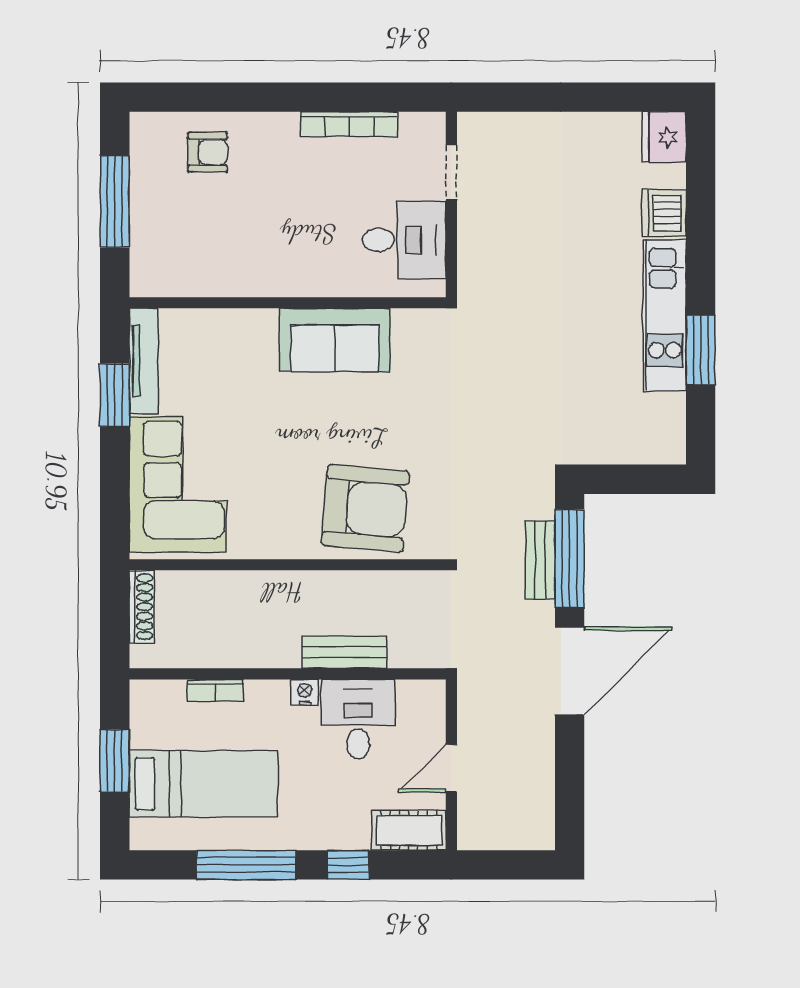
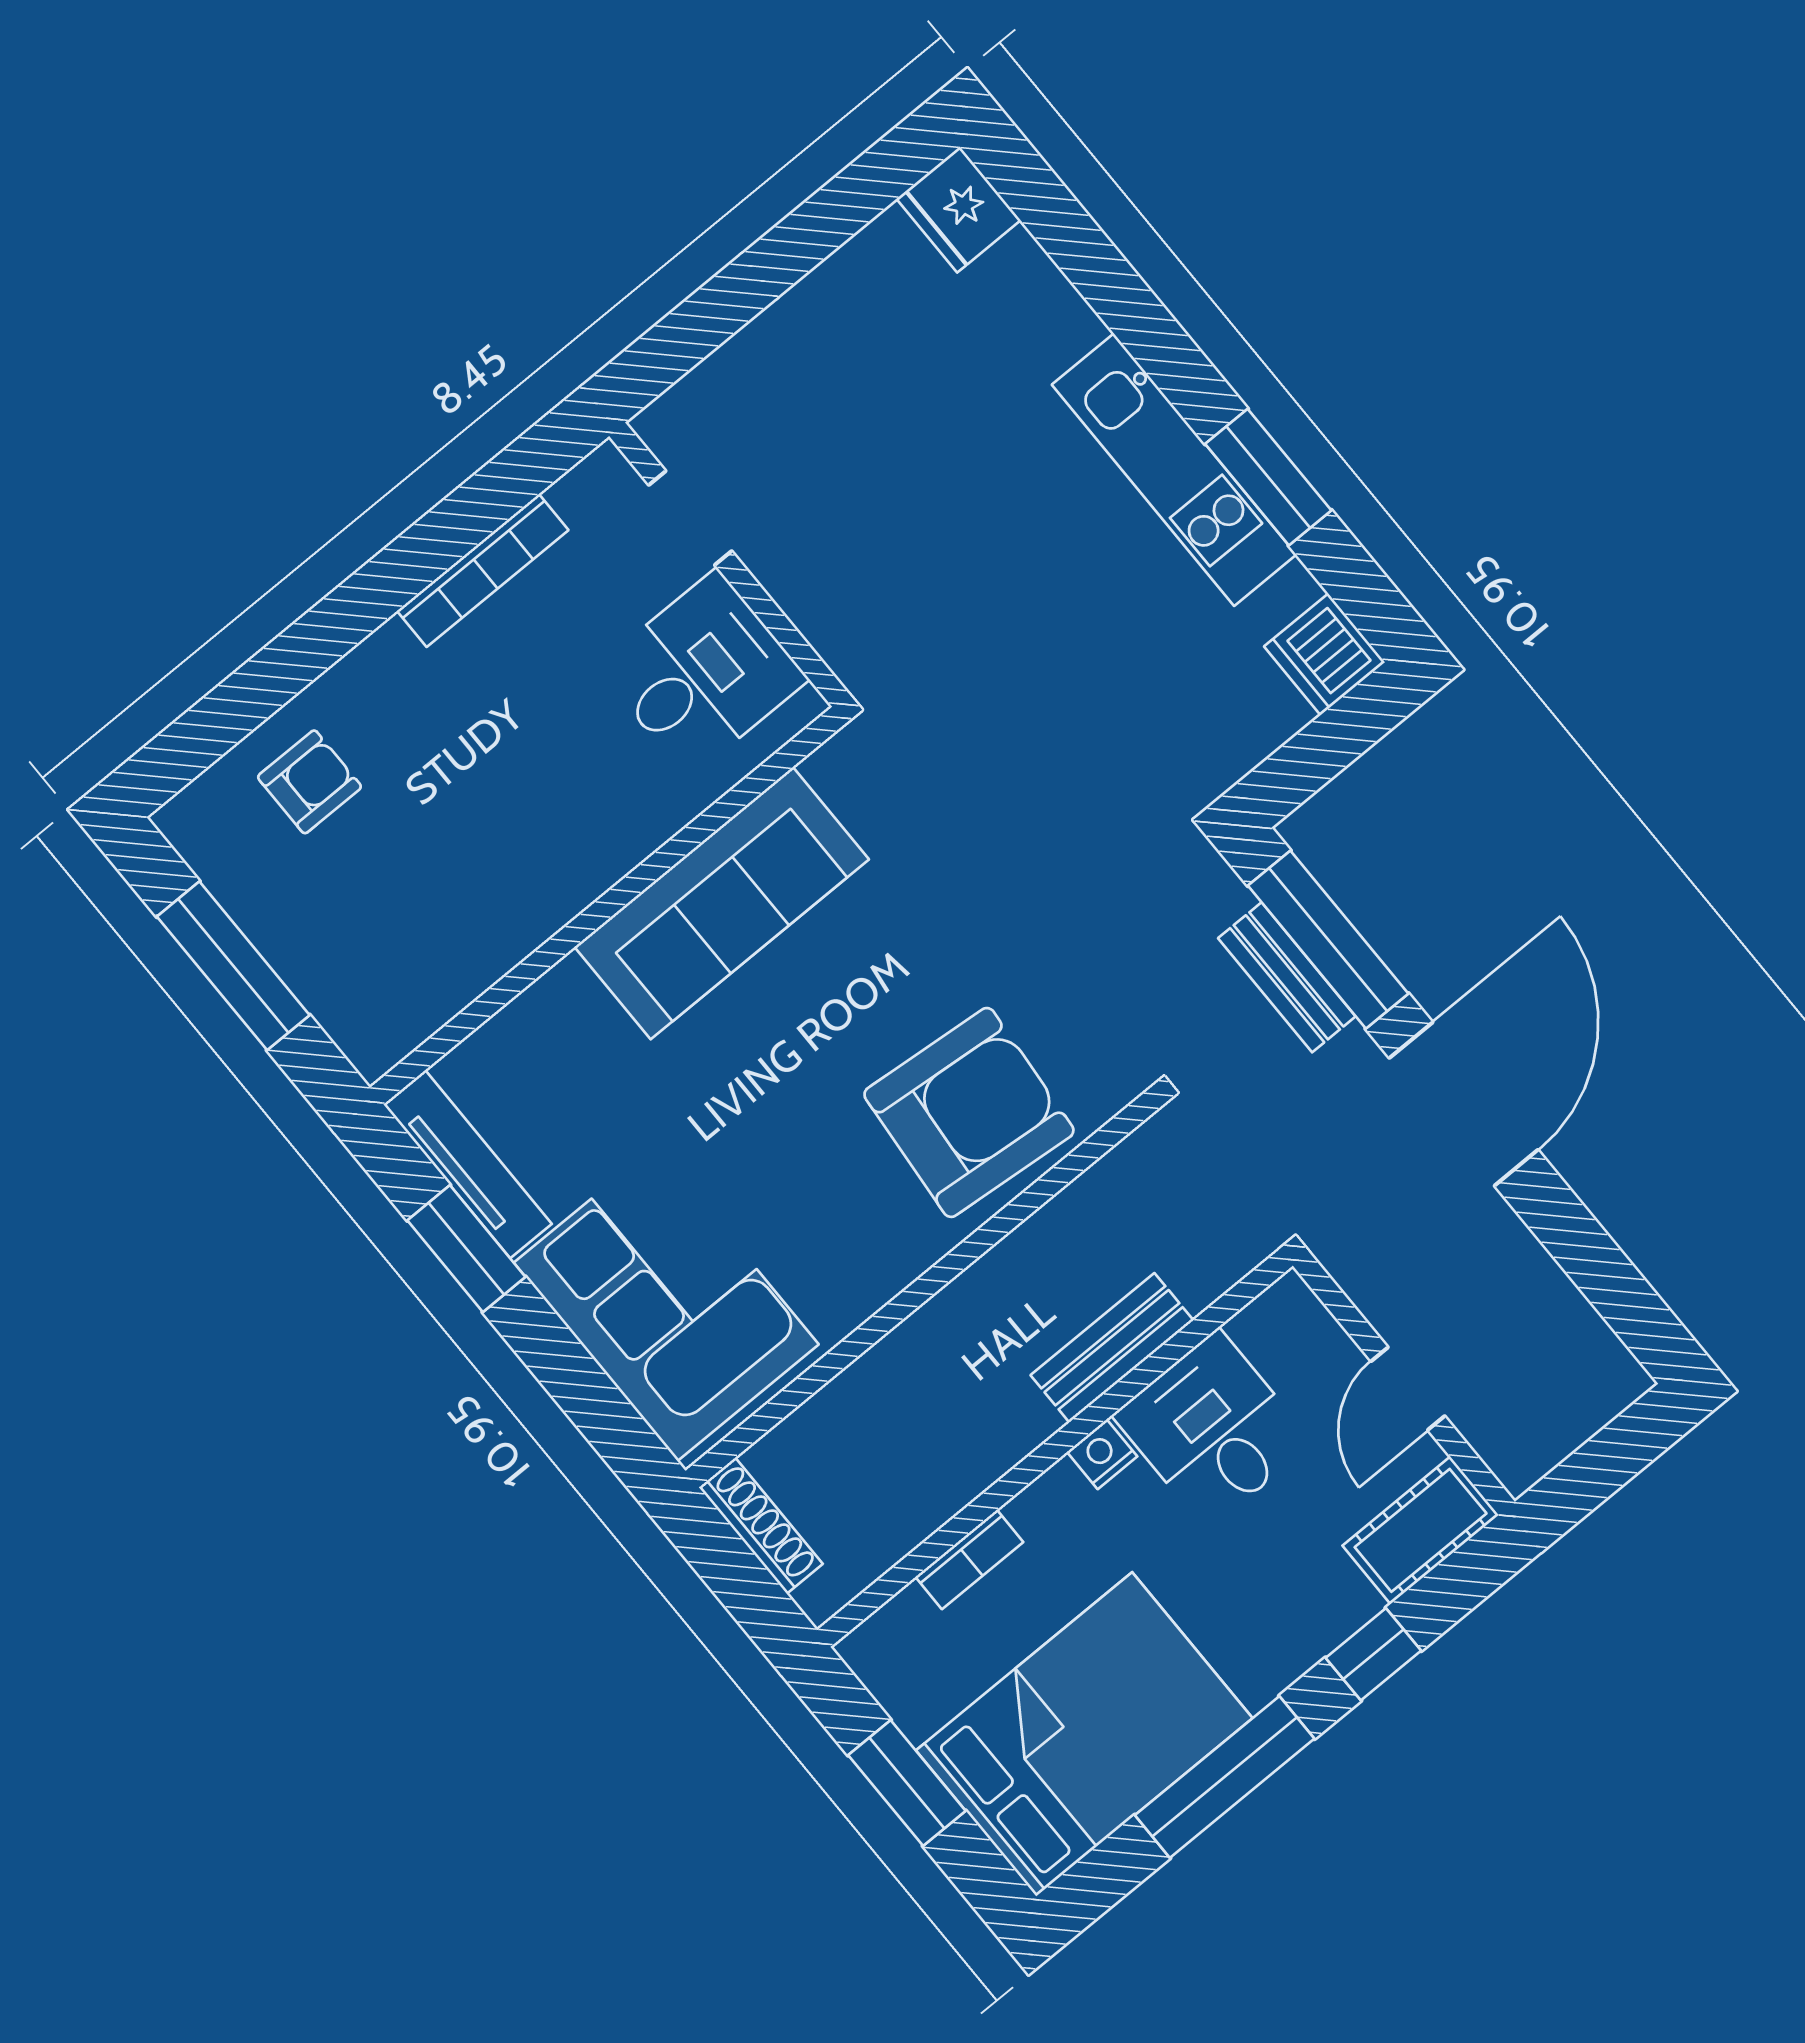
dishwasher: (664, 213) -> (1325, 654), moved
sofa: (335, 340) -> (722, 903), width x1.36
bed: (203, 784) -> (1084, 1734), width x1.50

